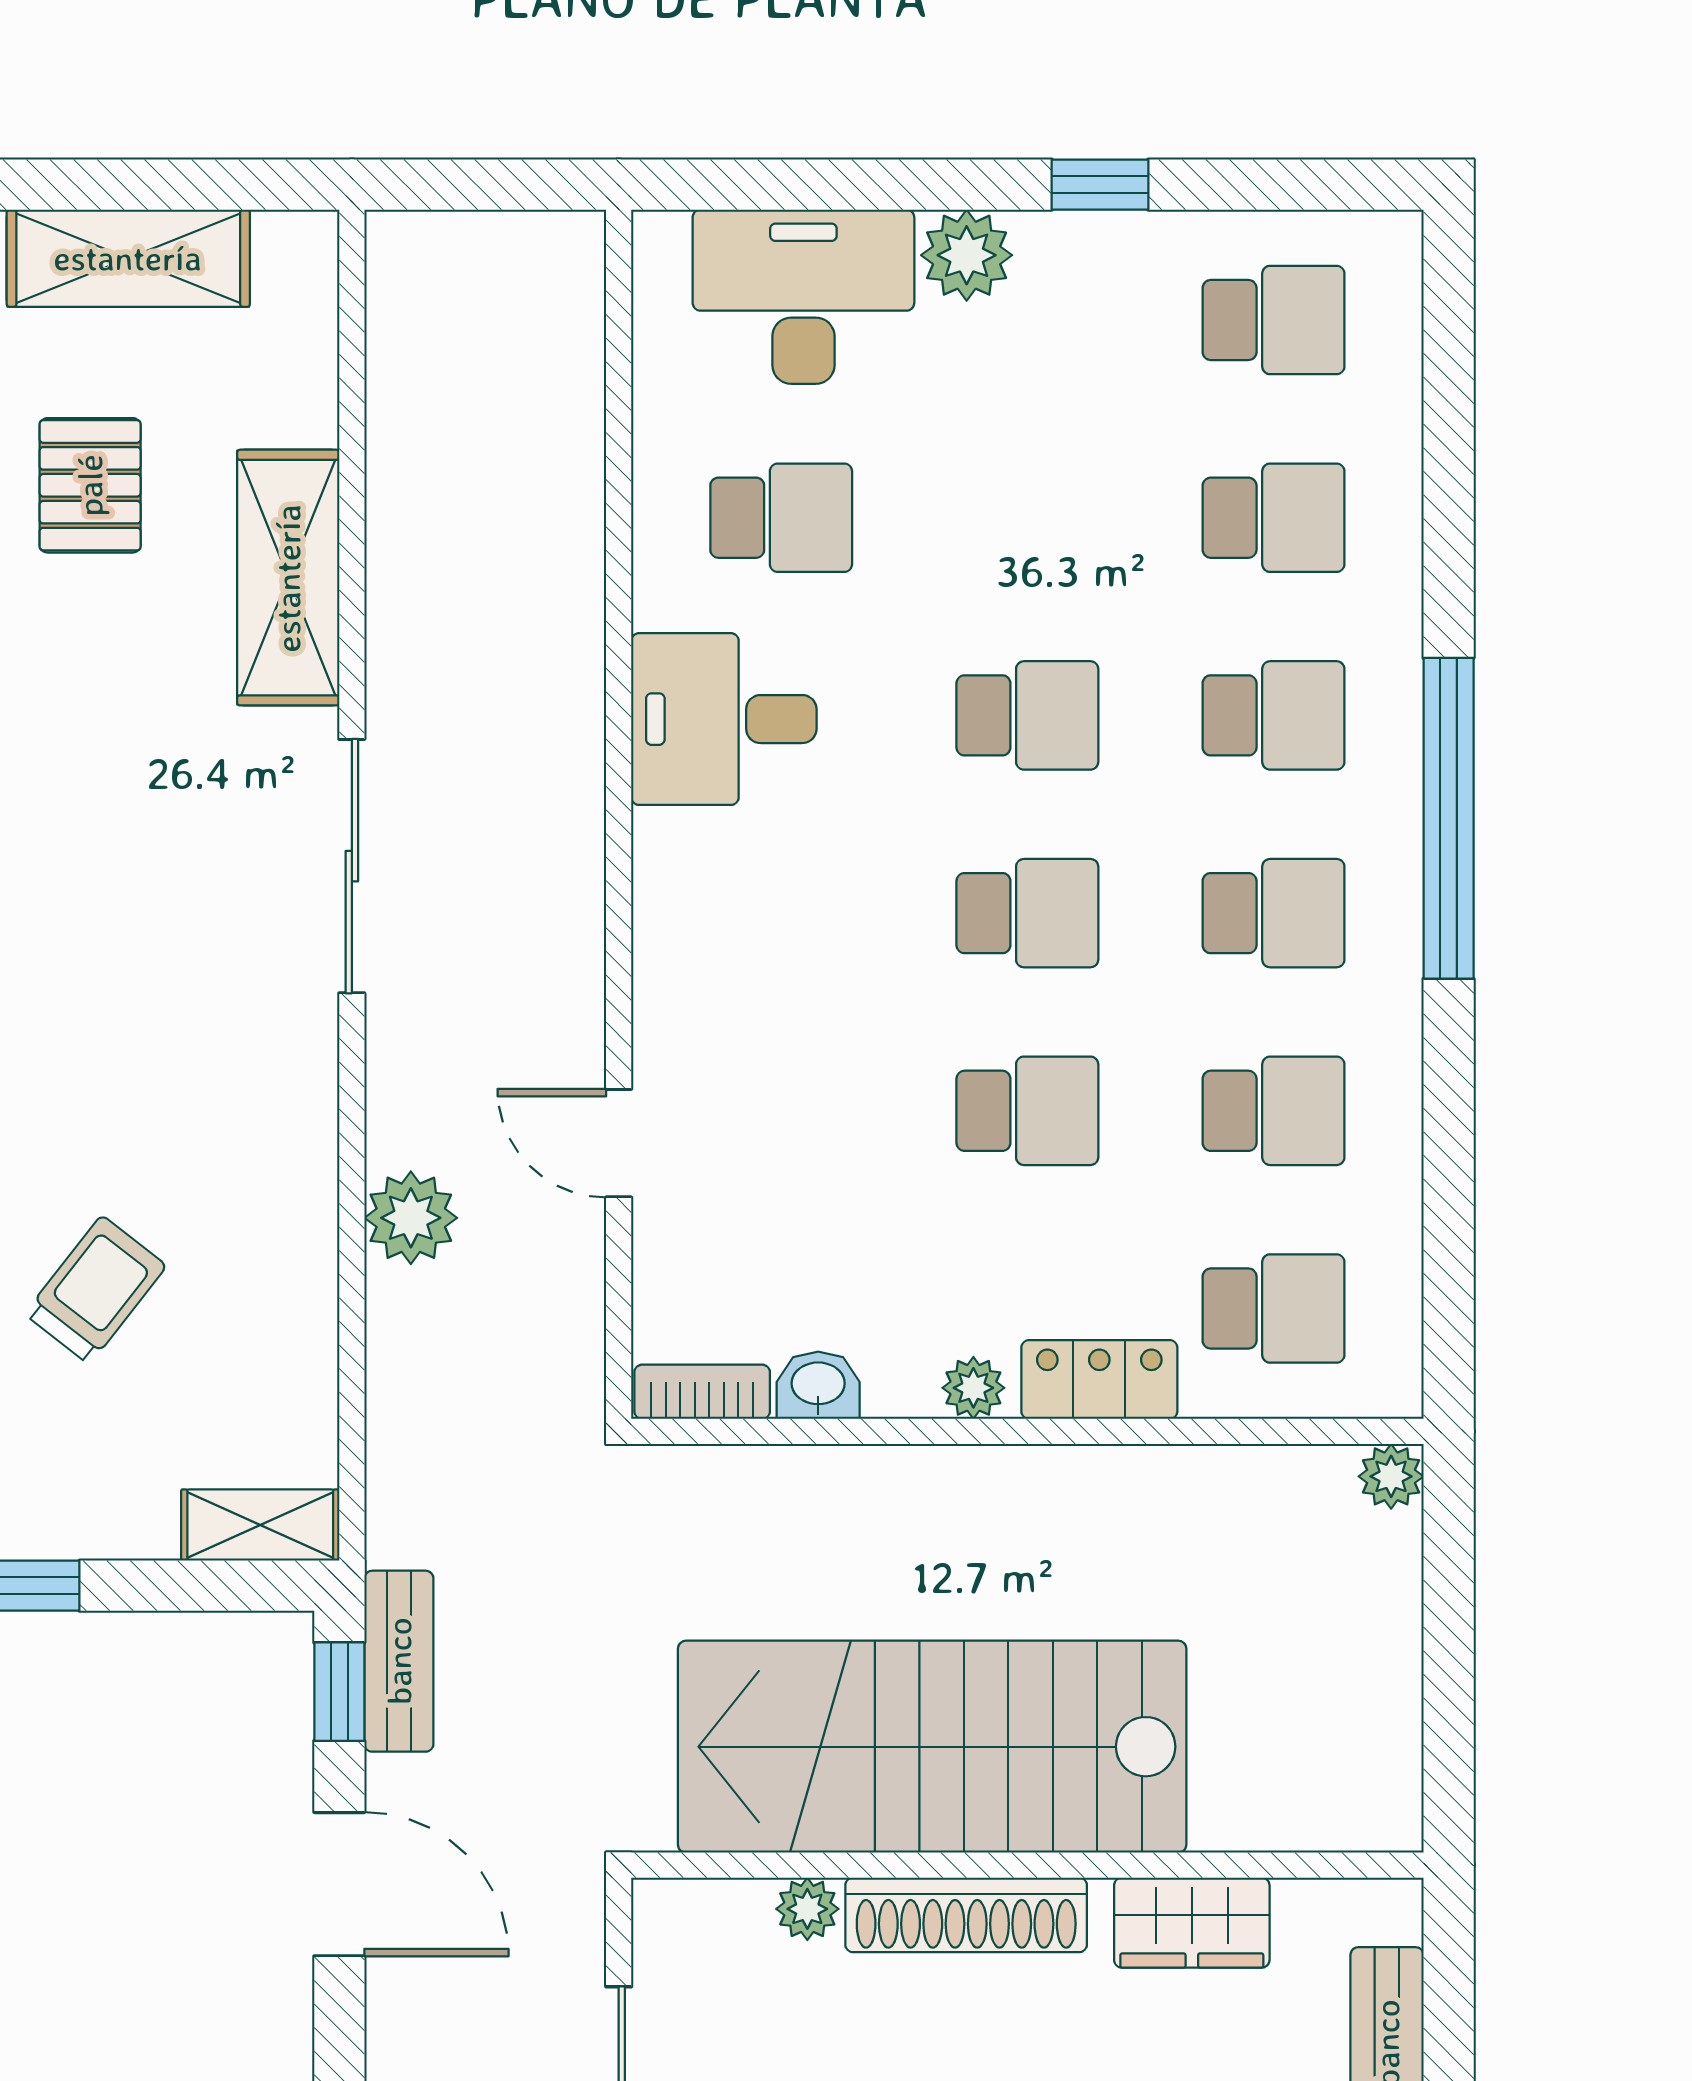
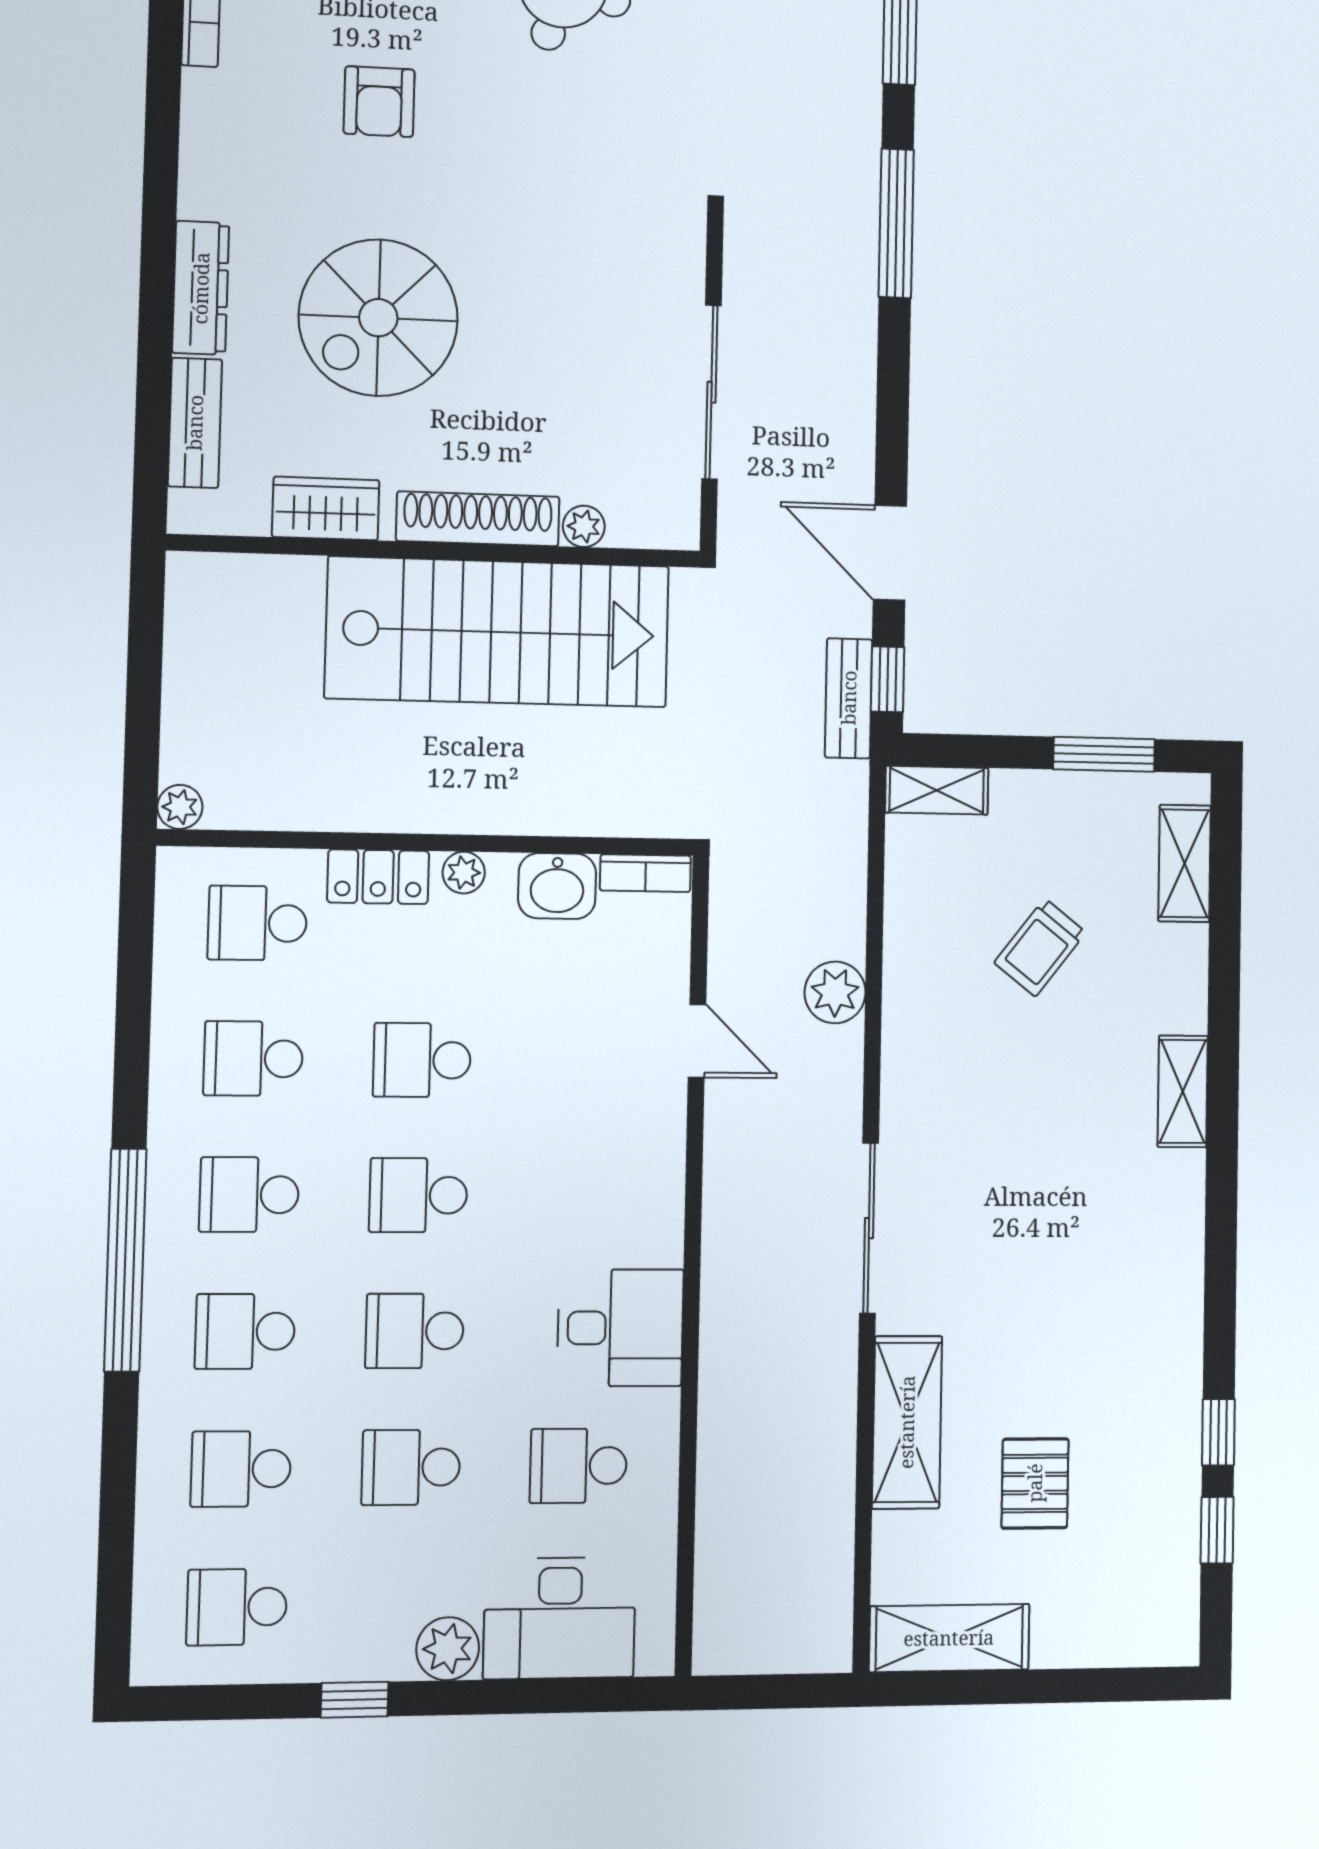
shelving: (128, 258) -> (949, 1638), moved
school desk: (1027, 518) -> (411, 1467), added
washbasin: (818, 1385) -> (557, 886), width x1.38, depth x1.45

